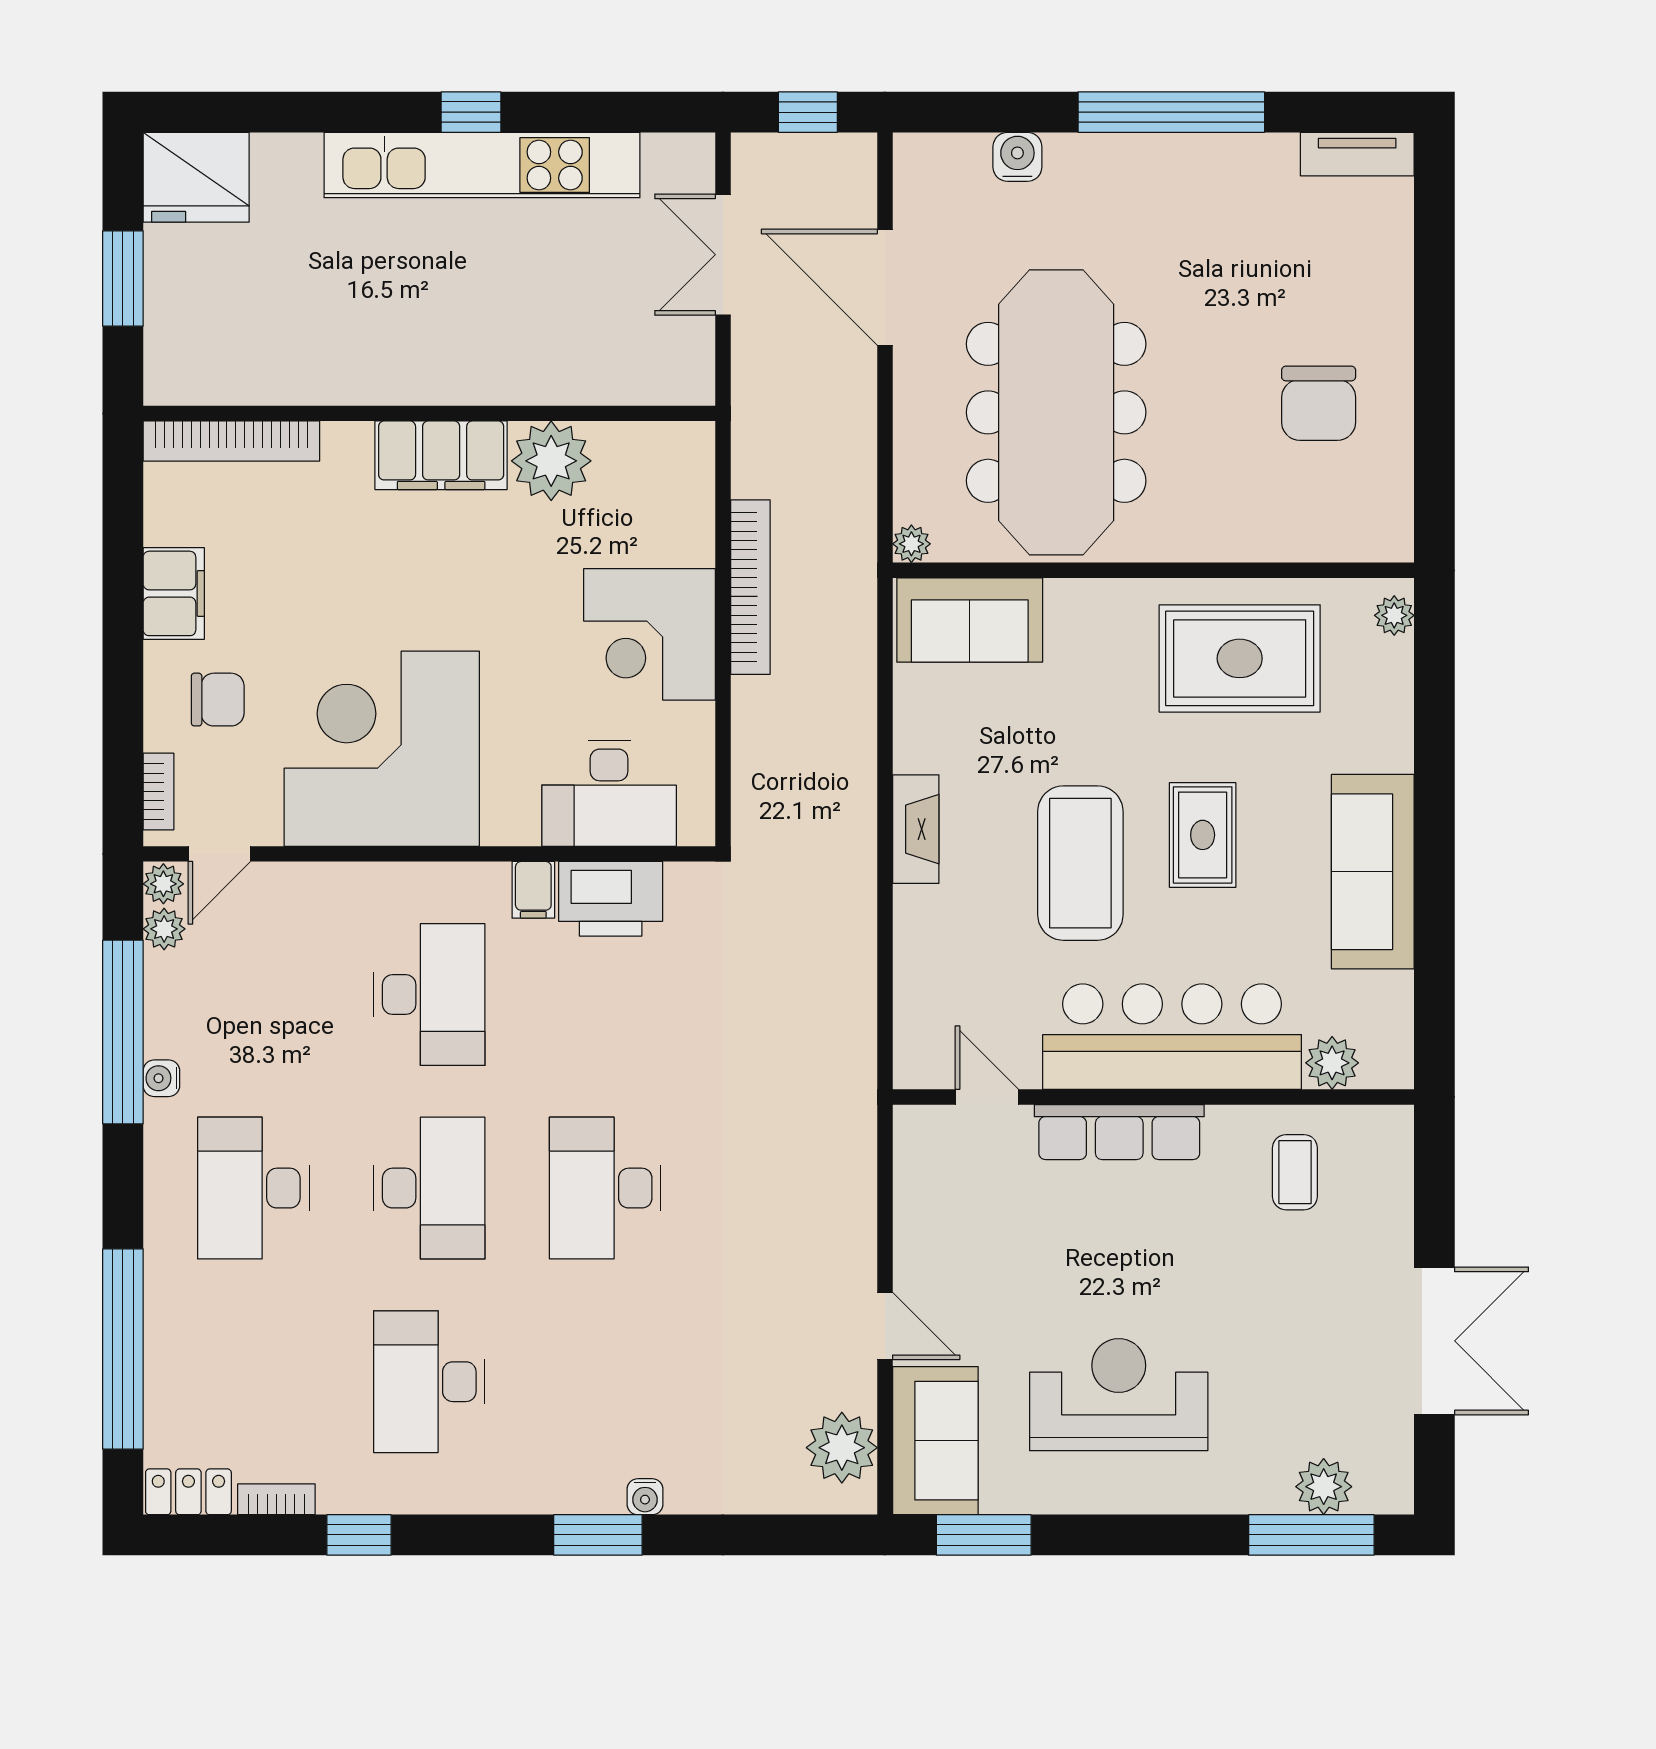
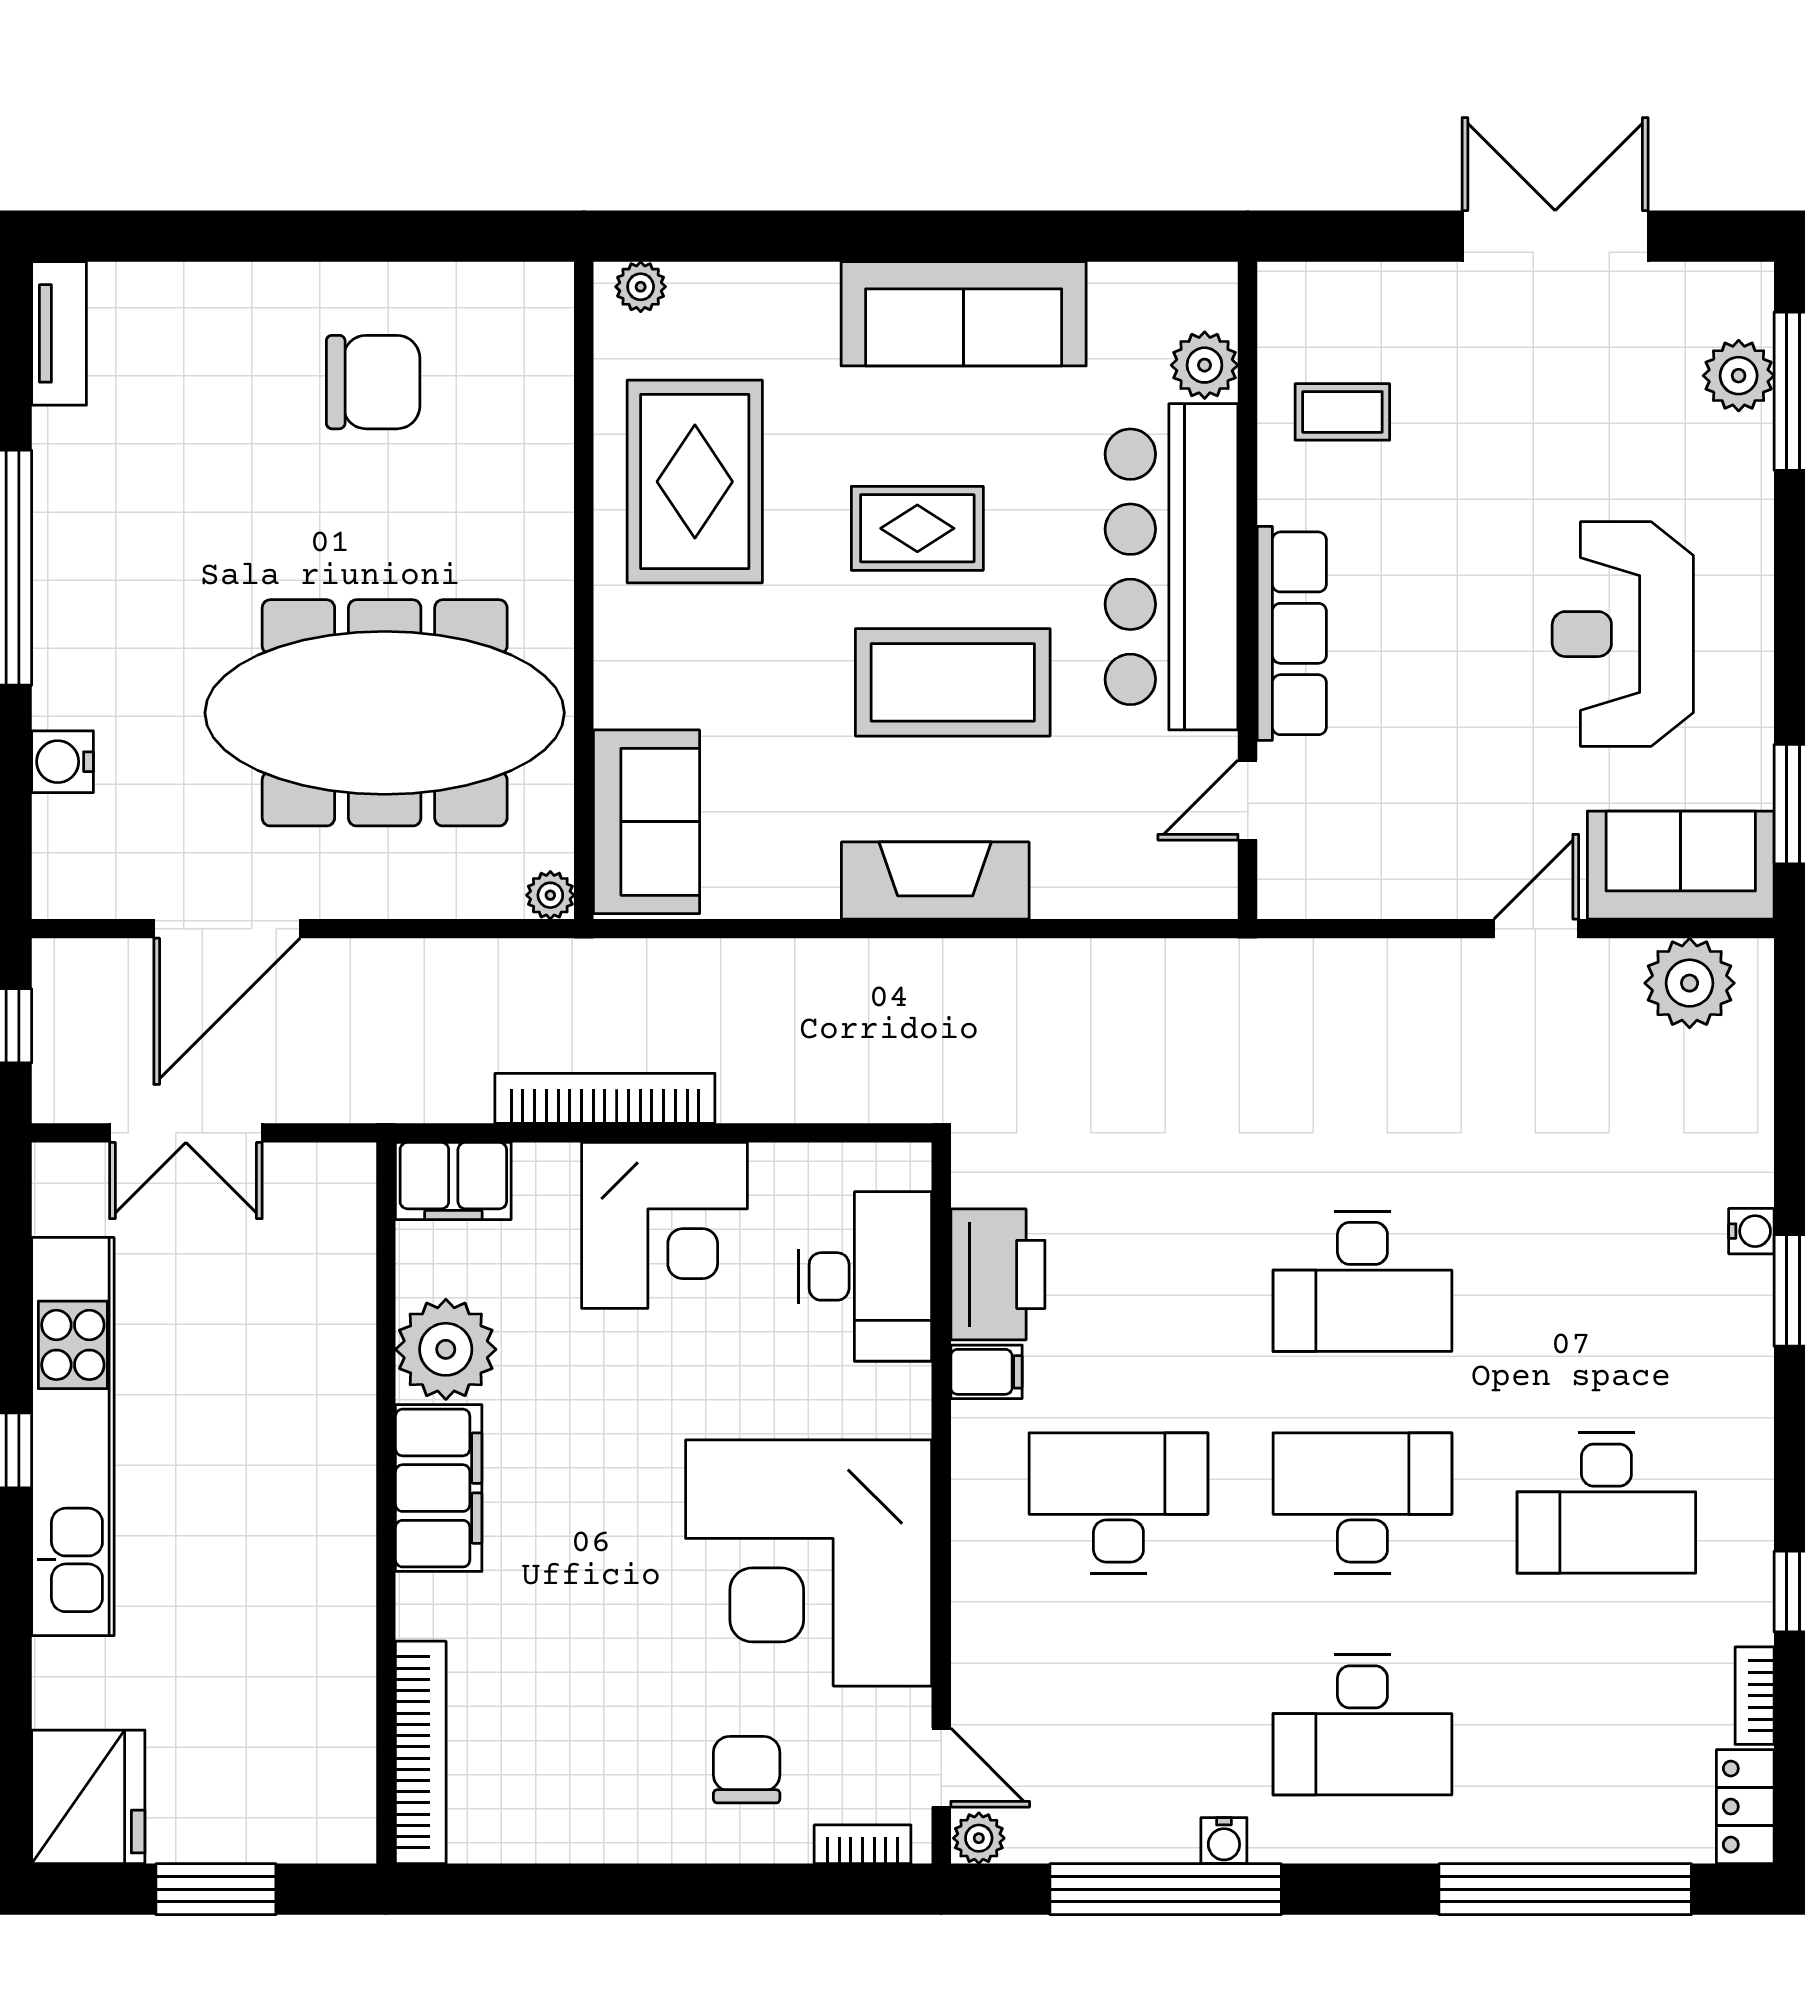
filing cabinet: (174, 593) -> (453, 1181), moved, turned 180
fireplace: (916, 829) -> (935, 880), width x1.37, depth x1.32
plant: (164, 929) -> (1036, 1837), removed

